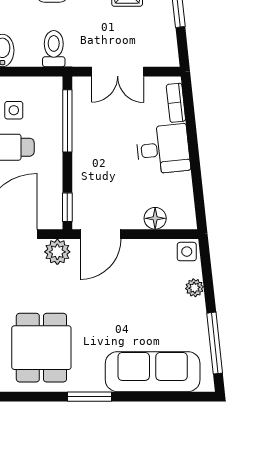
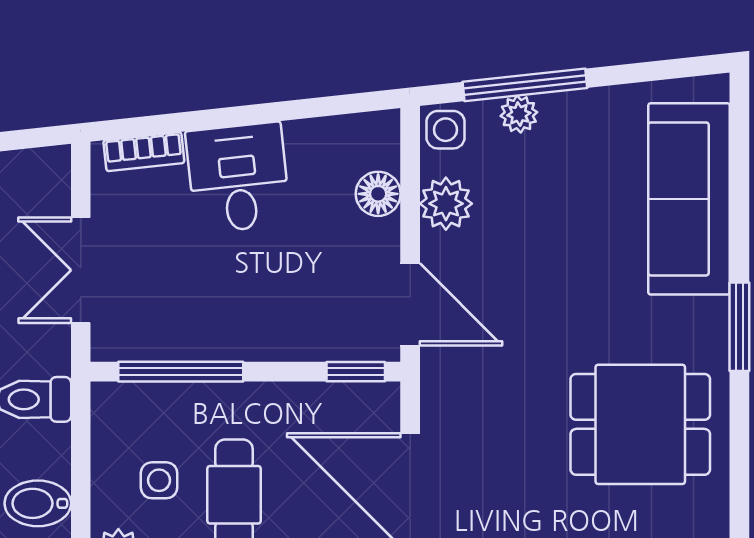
double door: (118, 72) -> (81, 270), swing flipped
plant: (57, 252) -> (446, 204), moved
window: (215, 343) -> (525, 85), moved

